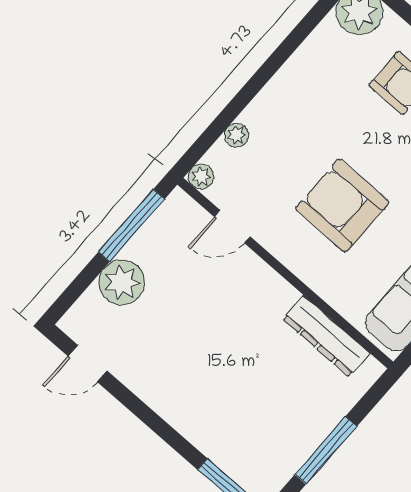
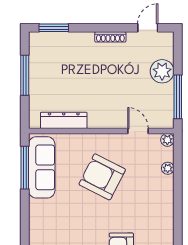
armchair: (342, 206) -> (102, 177), turned -153
door: (232, 227) -> (138, 131), hinge flipped
shoe rack: (153, 398) -> (110, 37), added

